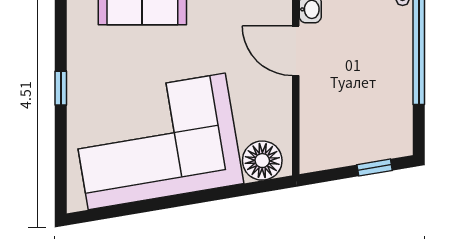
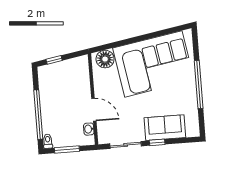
window: (61, 88) -> (199, 85), width x3.17

